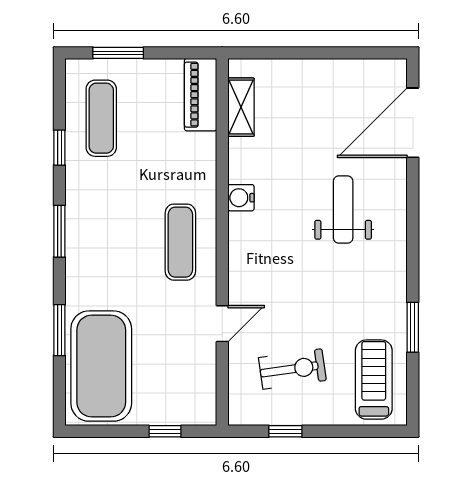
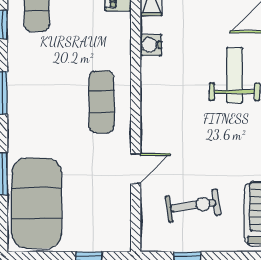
water cooler: (241, 198) -> (151, 45), moved

